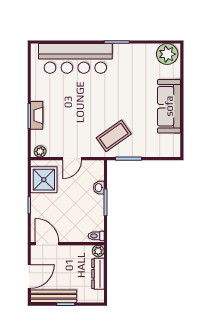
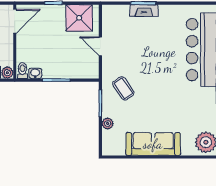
coffee table: (114, 136) -> (123, 88), width x0.73, depth x0.77
plant: (40, 151) -> (108, 124), moved
washbasin: (99, 188) -> (35, 73), moved

